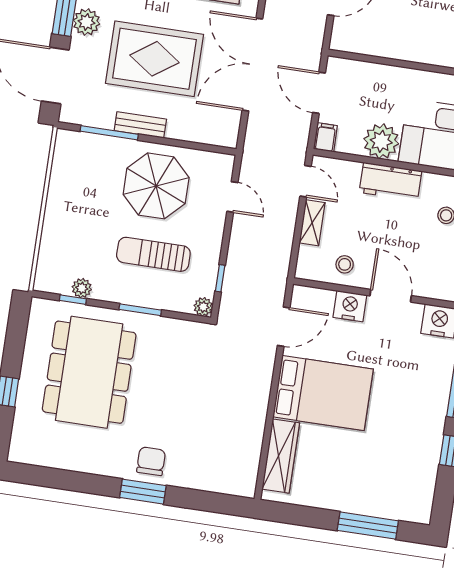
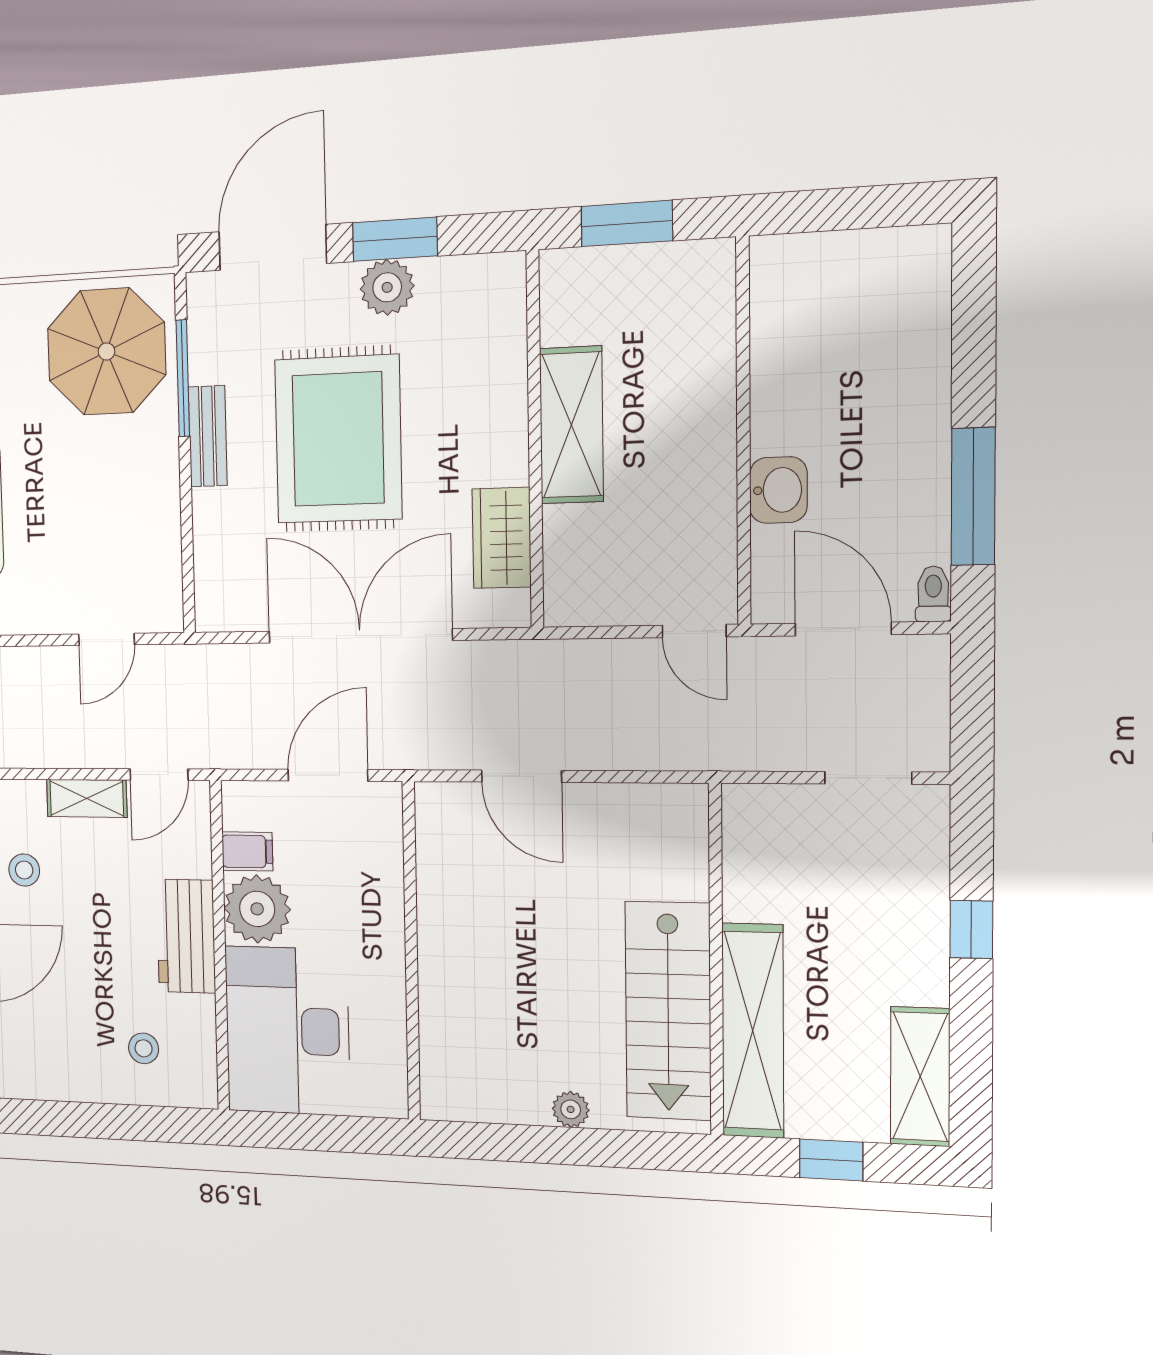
filing cabinet: (326, 137) -> (247, 851), moved
parasol: (156, 186) -> (106, 351), moved

